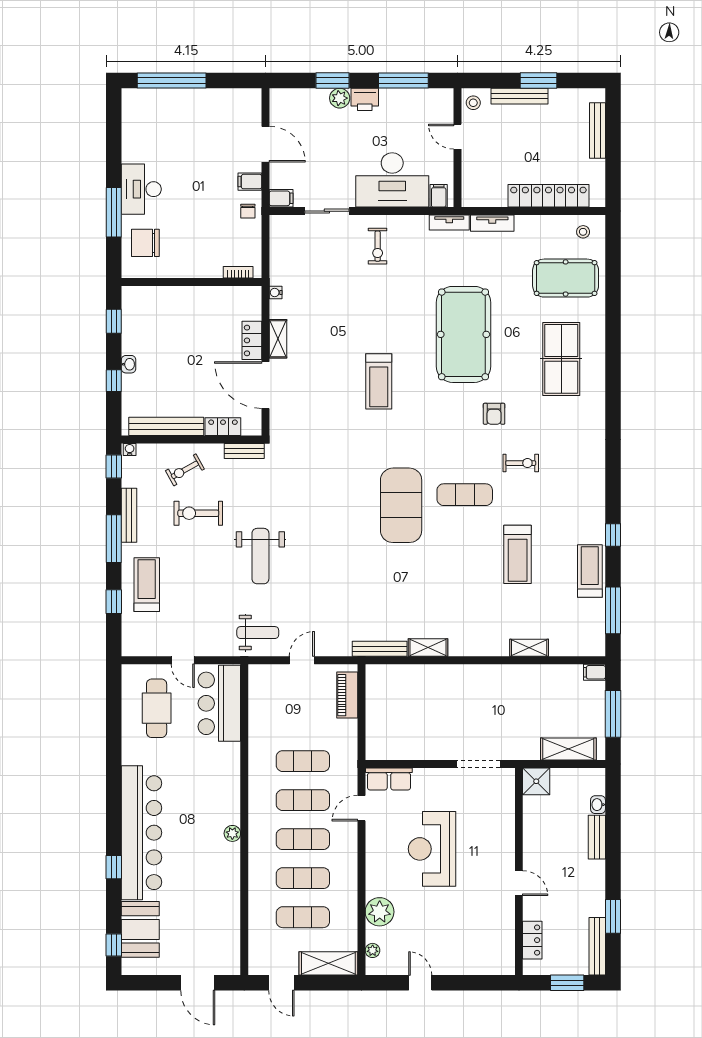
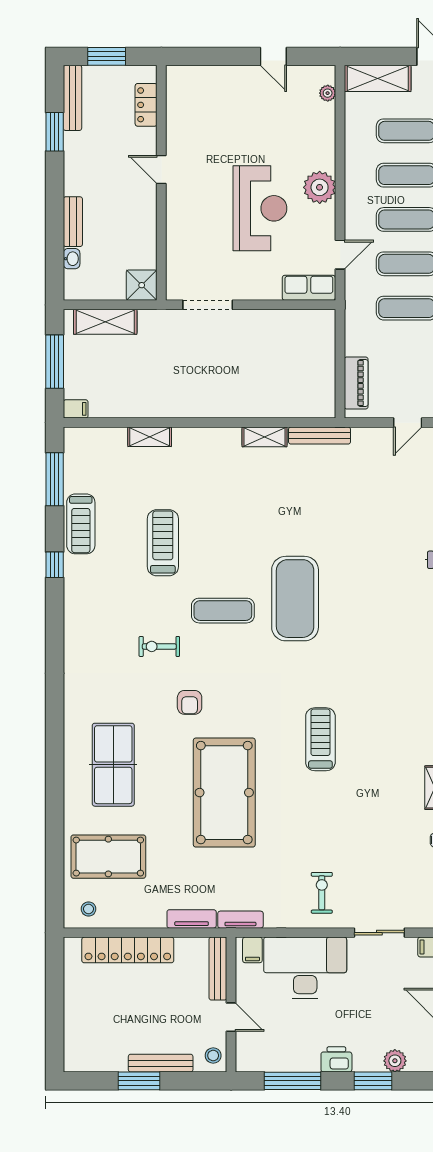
plant: (340, 98) -> (395, 1061), moved
bench: (597, 130) -> (218, 969), moved
armchair: (494, 414) -> (190, 702), turned 180
plant: (380, 912) -> (320, 187), moved

